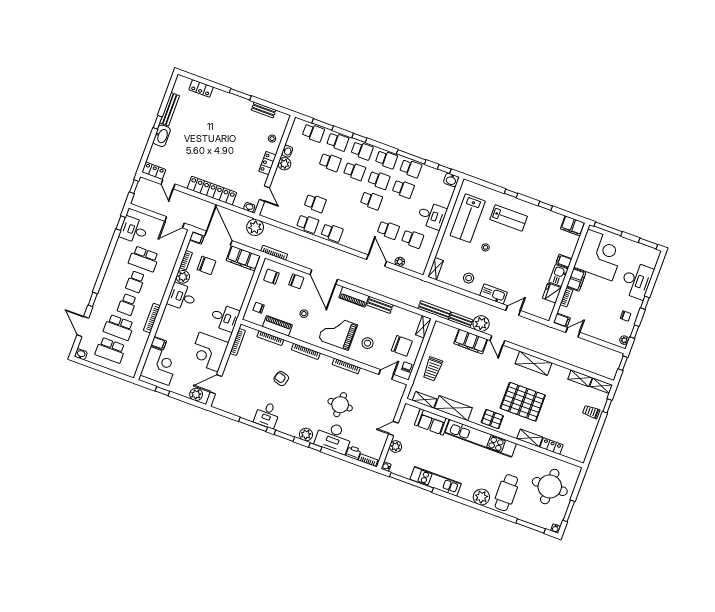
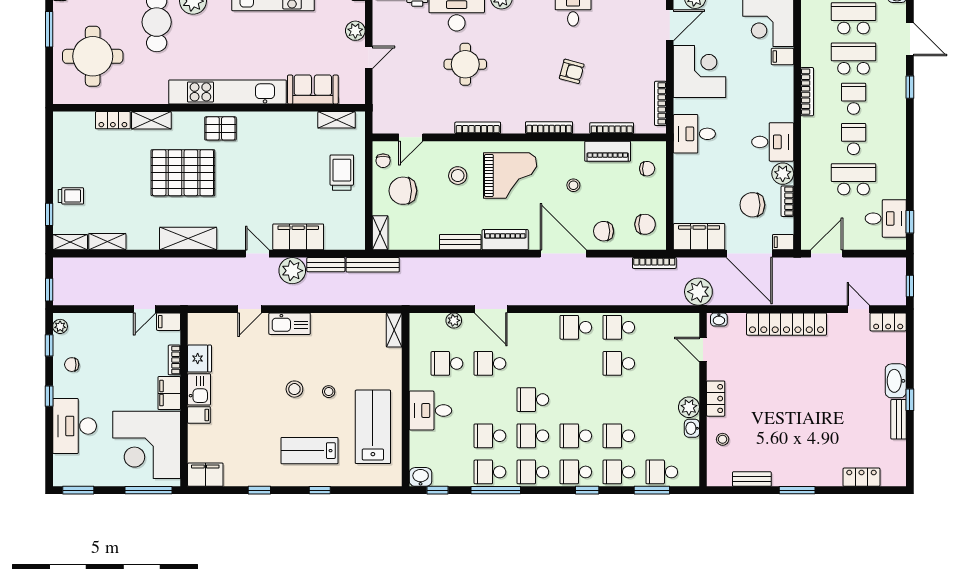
bench: (170, 109) -> (899, 419), width x0.73
stool: (469, 278) -> (294, 389), moved
shelving: (453, 408) -> (287, 123), removed

